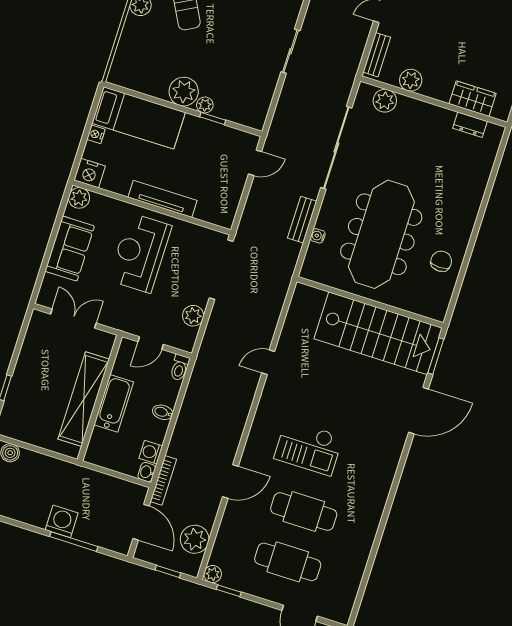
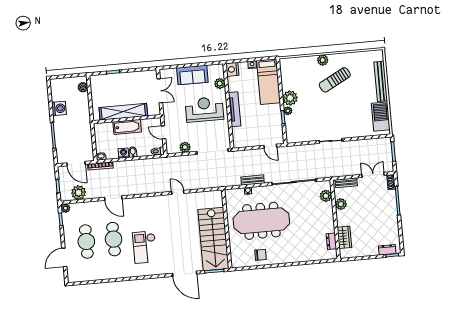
plant: (79, 198) -> (220, 83), moved
checkout: (308, 447) -> (145, 247), moved
washing machine: (151, 452) -> (124, 153), moved
washing machine: (62, 521) -> (59, 108), moved
door: (141, 522) -> (76, 164), hinge flipped

